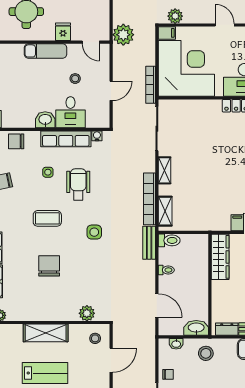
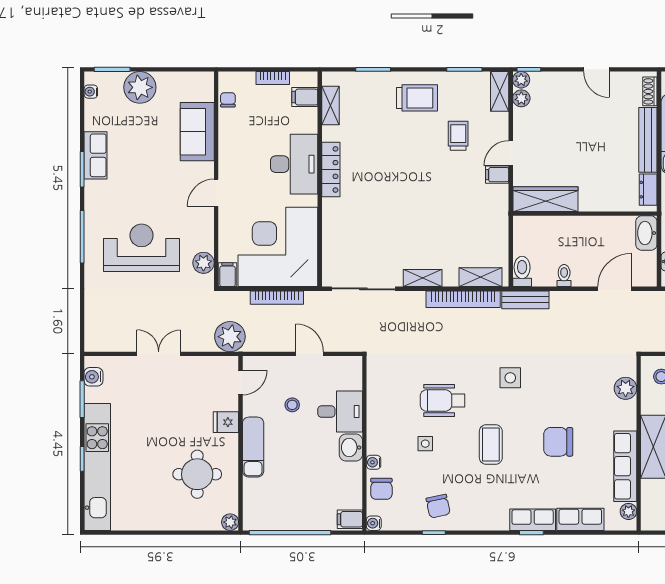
bookcase: (151, 85) -> (277, 298), moved
water cooler: (97, 136) -> (374, 462), moved
row of seats: (66, 139) -> (625, 466), moved, turned 180

